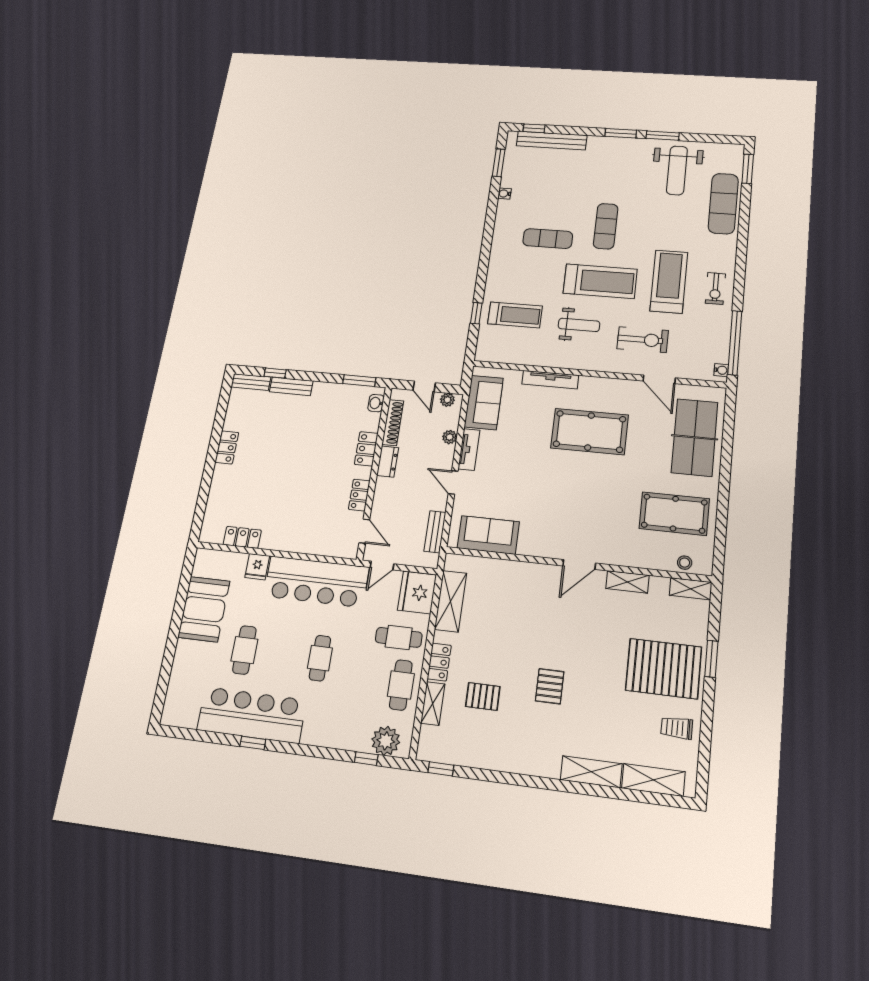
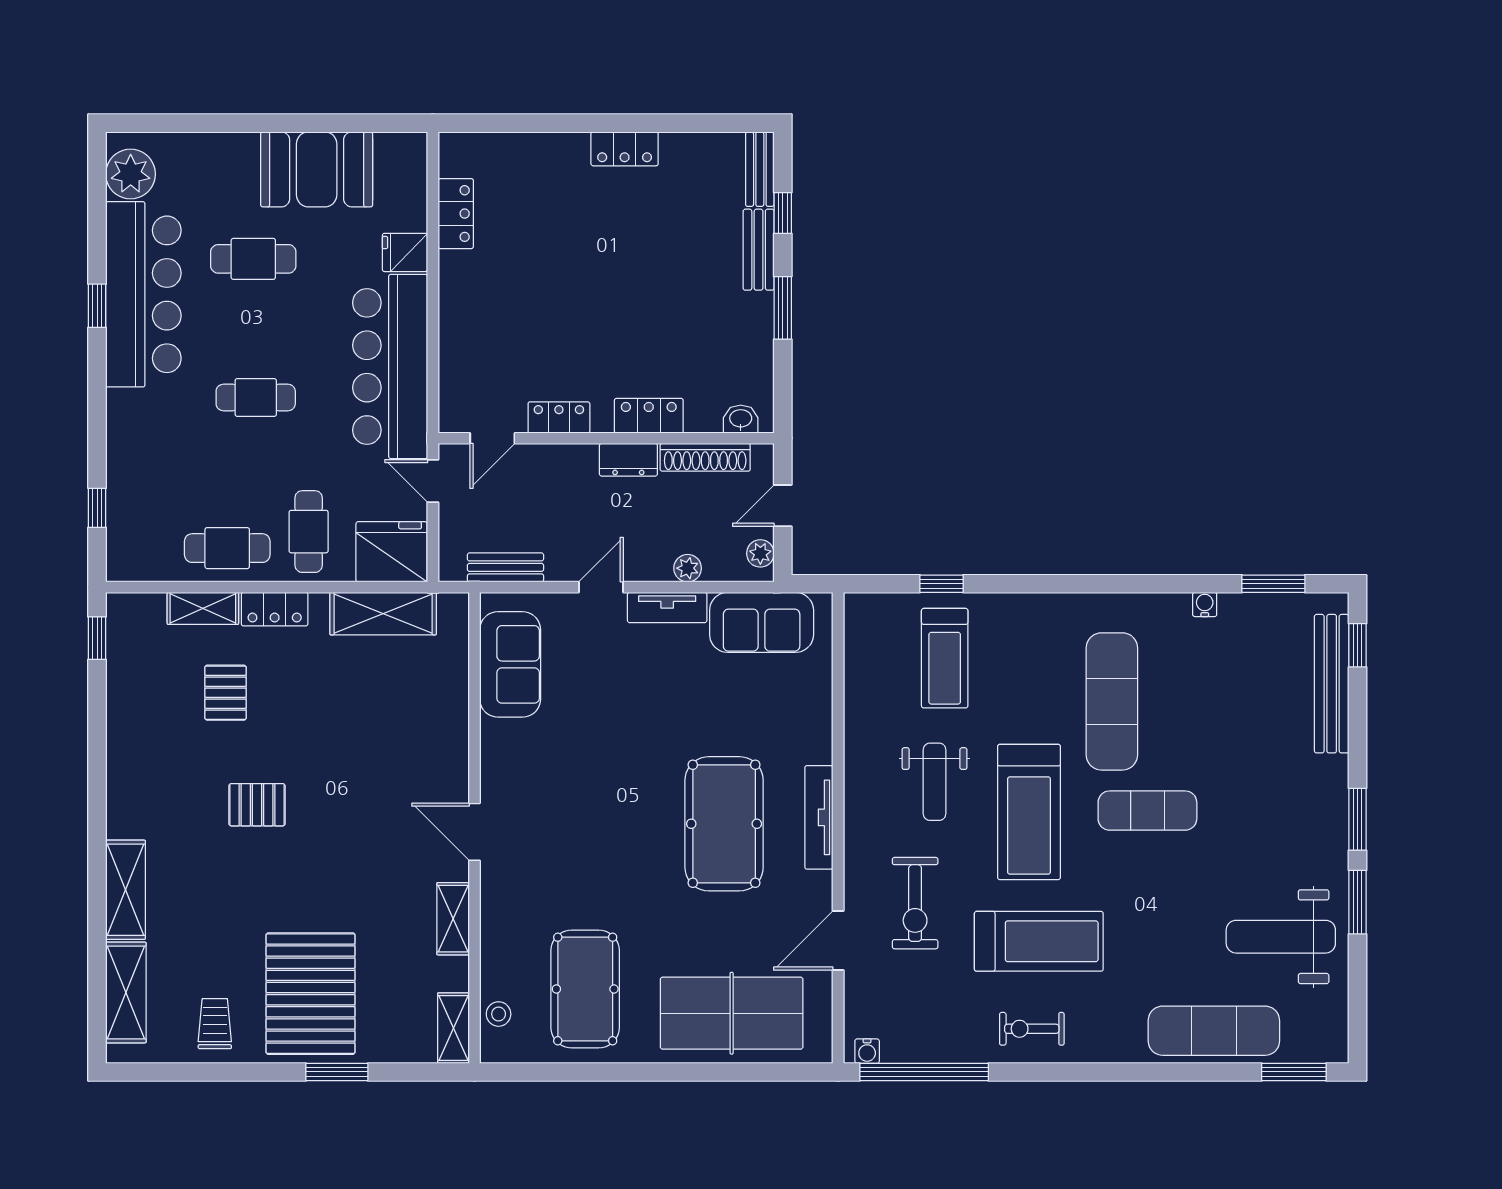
exercise mat: (548, 239) -> (1112, 701), width x1.36, depth x1.45
tv unit: (550, 380) -> (819, 817), moved
window: (359, 381) -> (783, 308), moved
plant: (386, 741) -> (131, 174), moved

